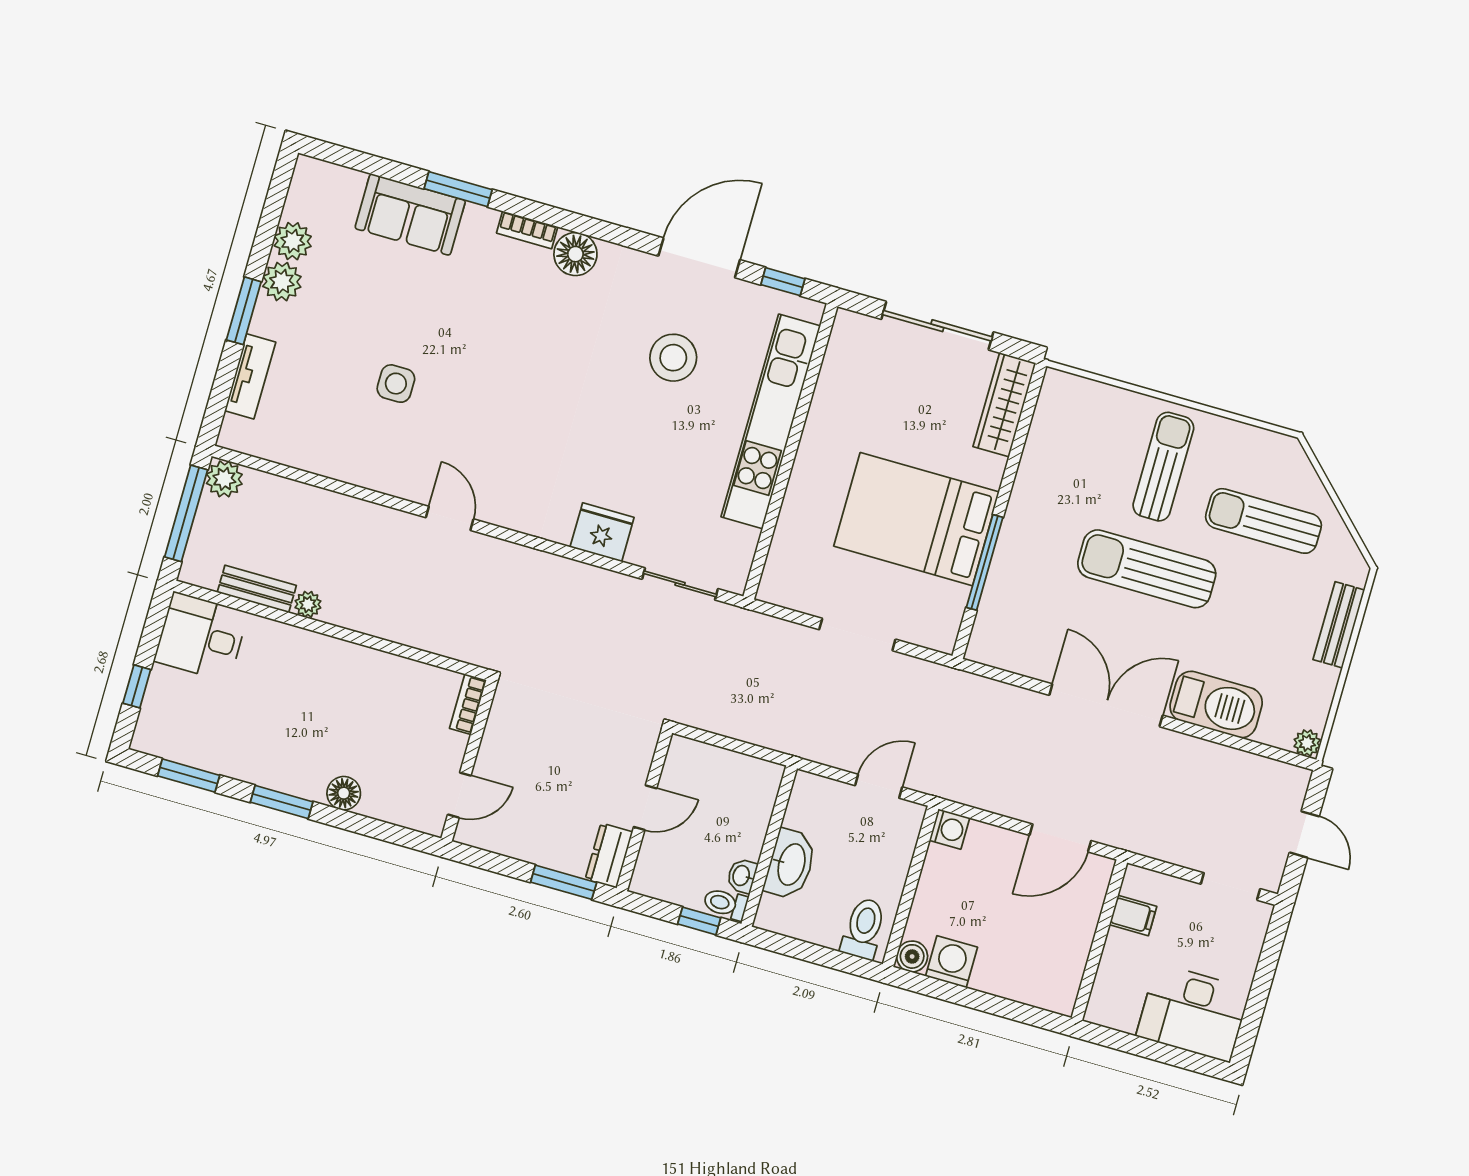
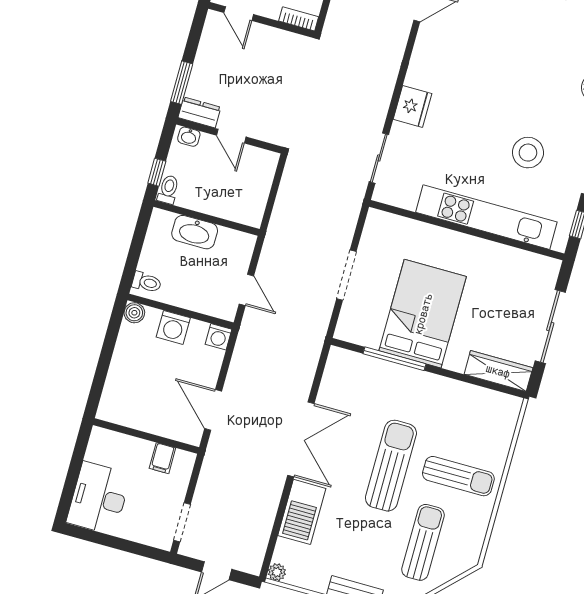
washbasin: (742, 876) -> (189, 137), moved, turned 180
toilet: (864, 929) -> (147, 282), width x0.73, depth x0.72
washing machine: (952, 962) -> (173, 327), moved, turned 90

